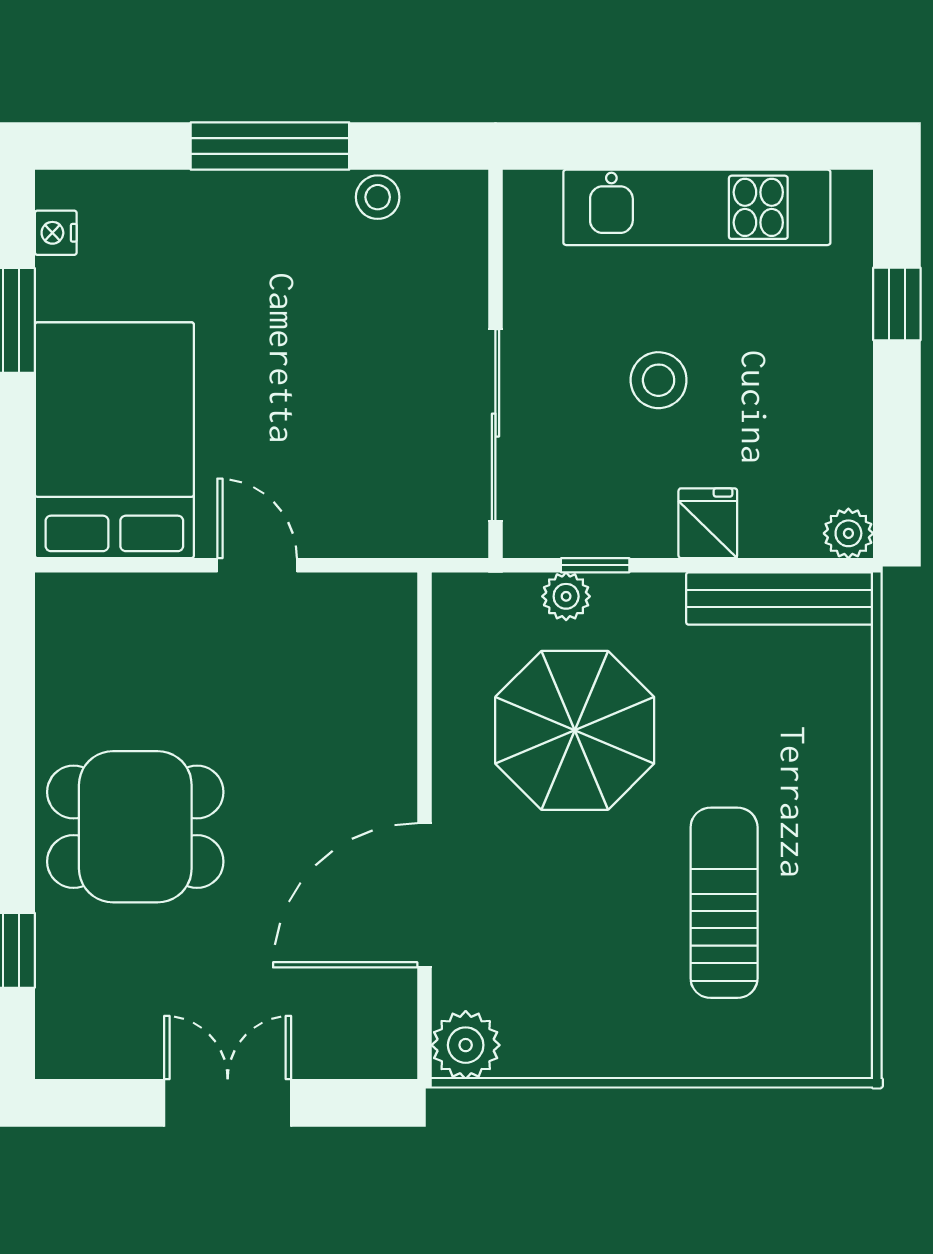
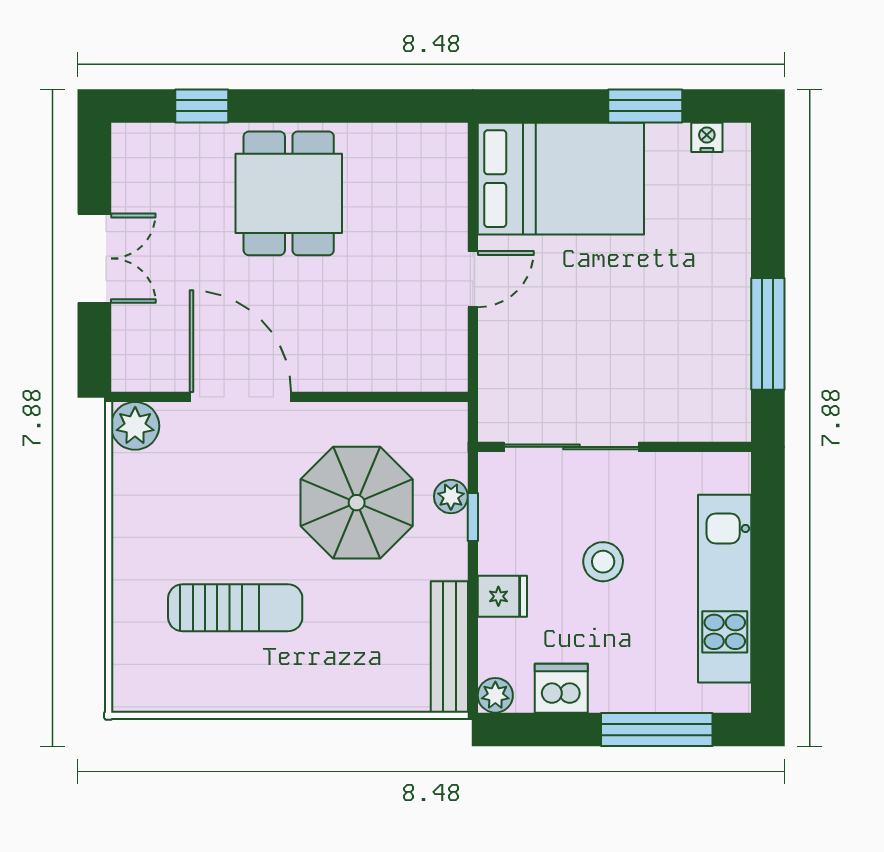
window: (270, 146) -> (768, 334), moved
stool: (378, 197) -> (732, 364), removed
window: (897, 304) -> (657, 729), width x2.17
dishwasher: (838, 440) -> (561, 688), added

